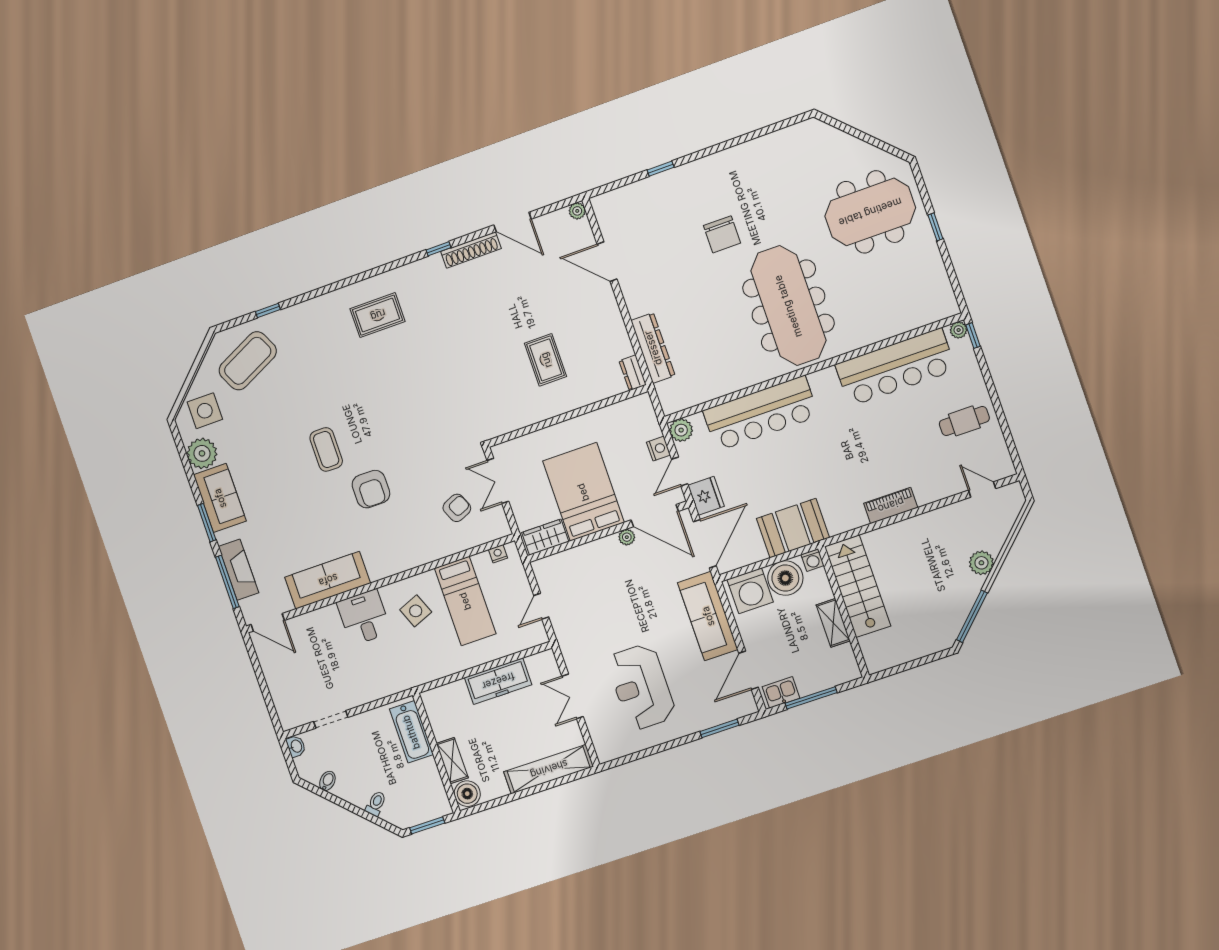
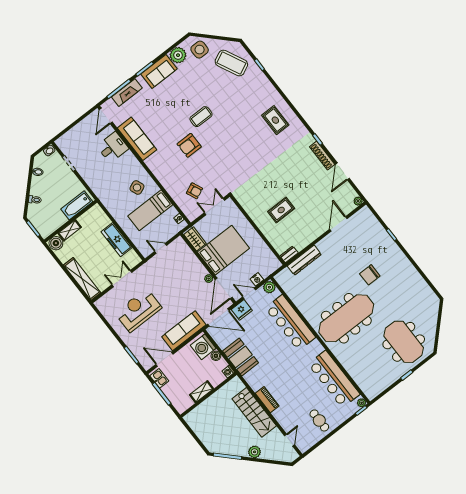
boiler: (785, 578) -> (216, 356), width x0.54, depth x0.54
stairs: (858, 586) -> (254, 412), moved, turned 90
desk: (364, 617) -> (113, 147), moved

